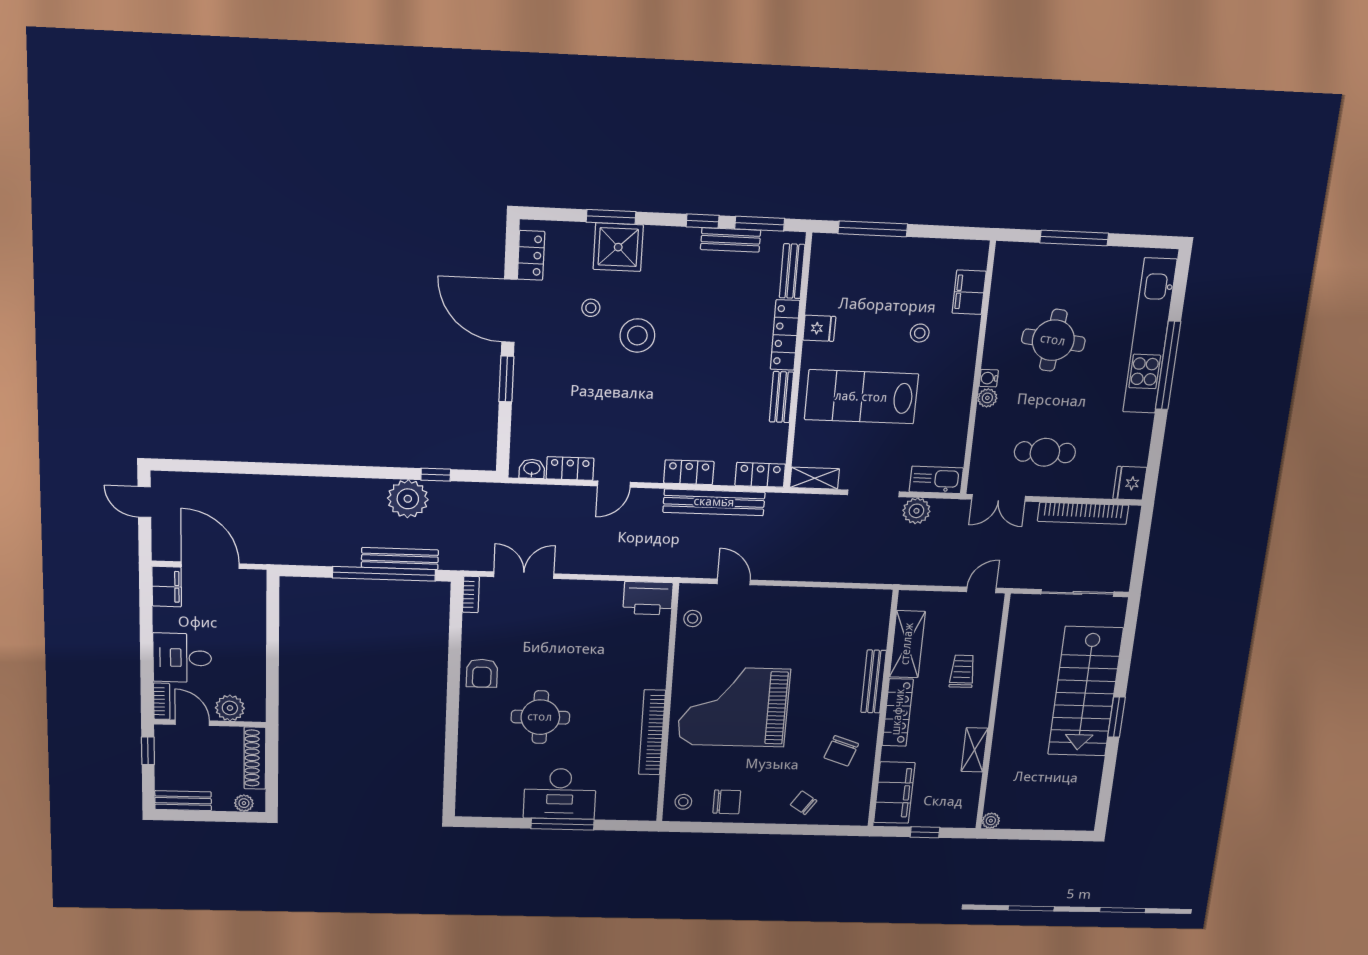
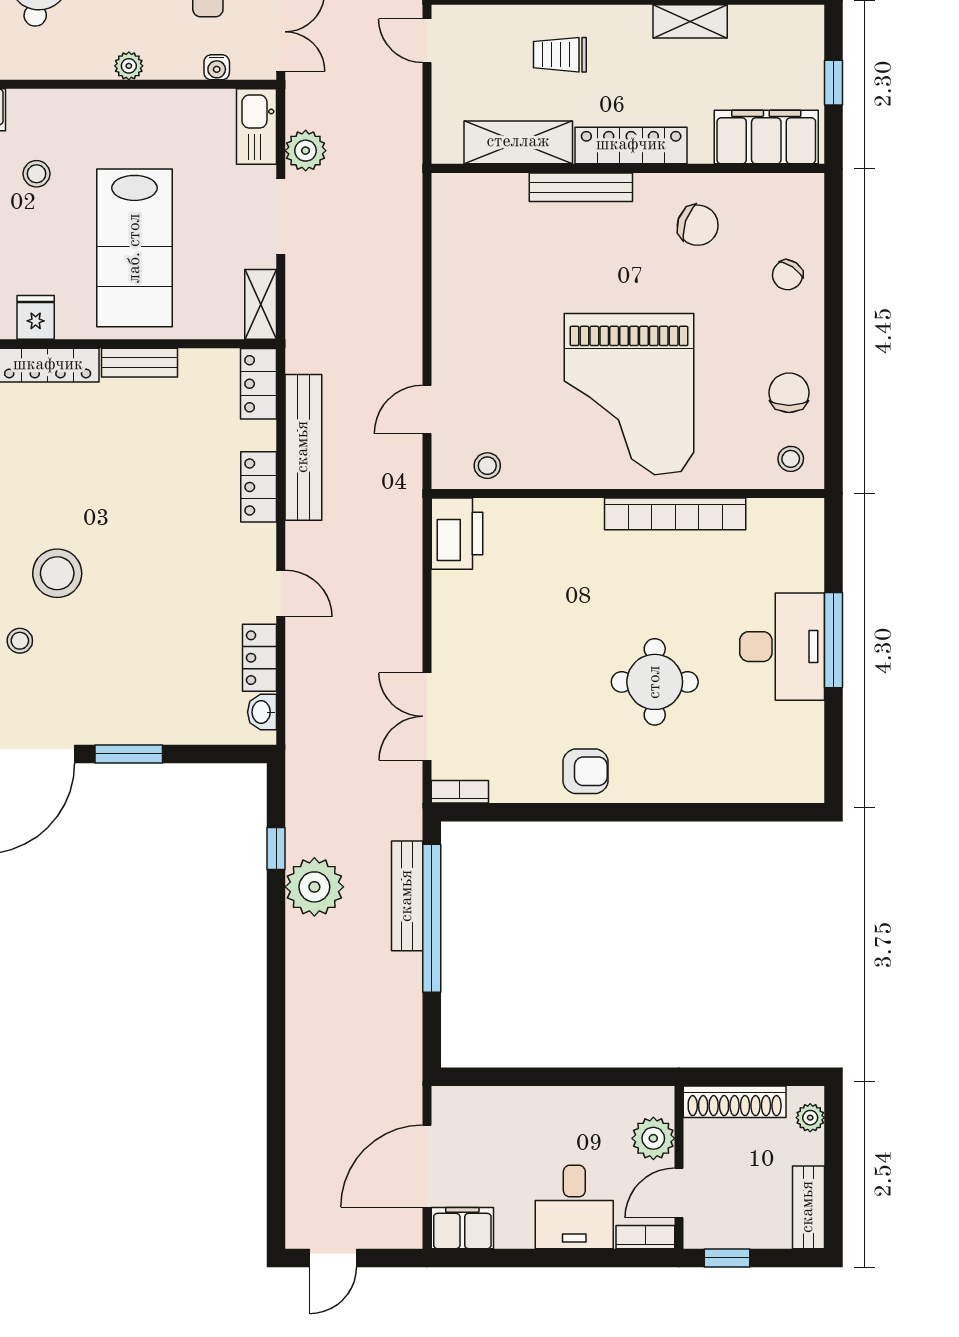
water cooler: (989, 378) -> (217, 67), moved

